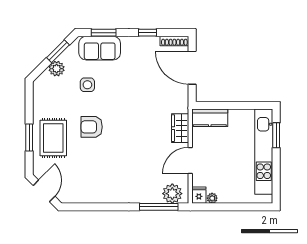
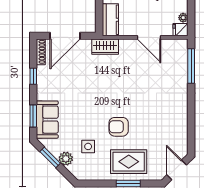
side table: (87, 85) -> (88, 146), moved
armchair: (92, 127) -> (119, 127), turned 90
wardrobe: (180, 128) -> (105, 47), moved
door: (44, 191) -> (177, 170), hinge flipped
plant: (172, 194) -> (179, 54), removed

